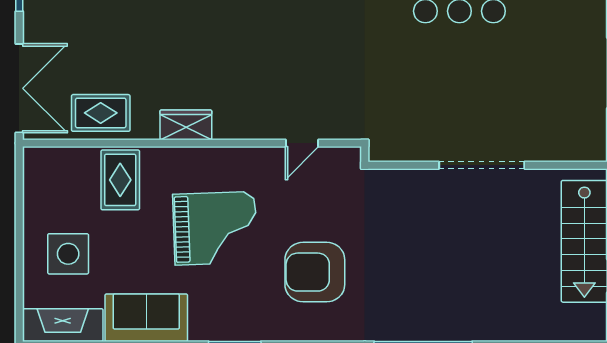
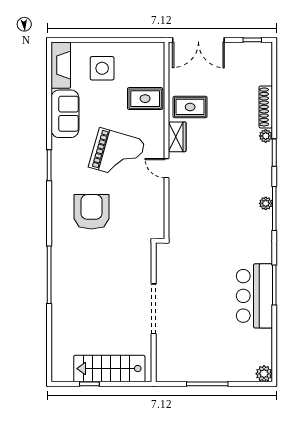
rug: (101, 113) -> (190, 107), moved, turned 90
door: (302, 143) -> (166, 168), moved
grand piano: (215, 228) -> (117, 154), turned -72

